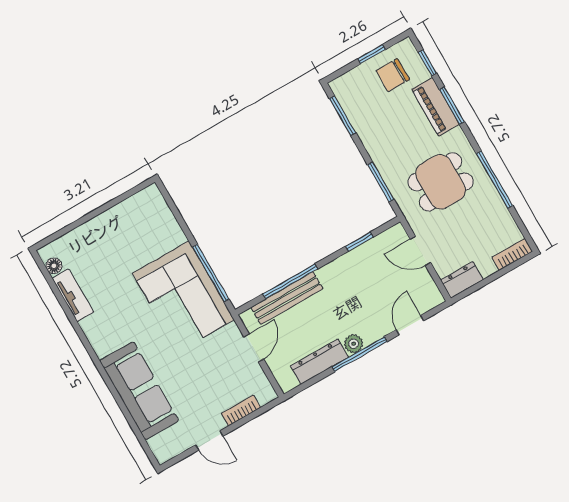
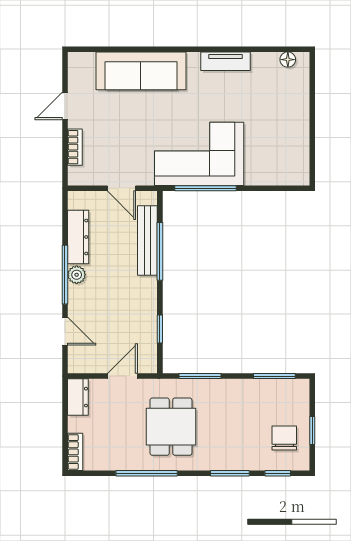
piano: (436, 107) -> (237, 459), removed
tv unit: (73, 295) -> (226, 61), moved

